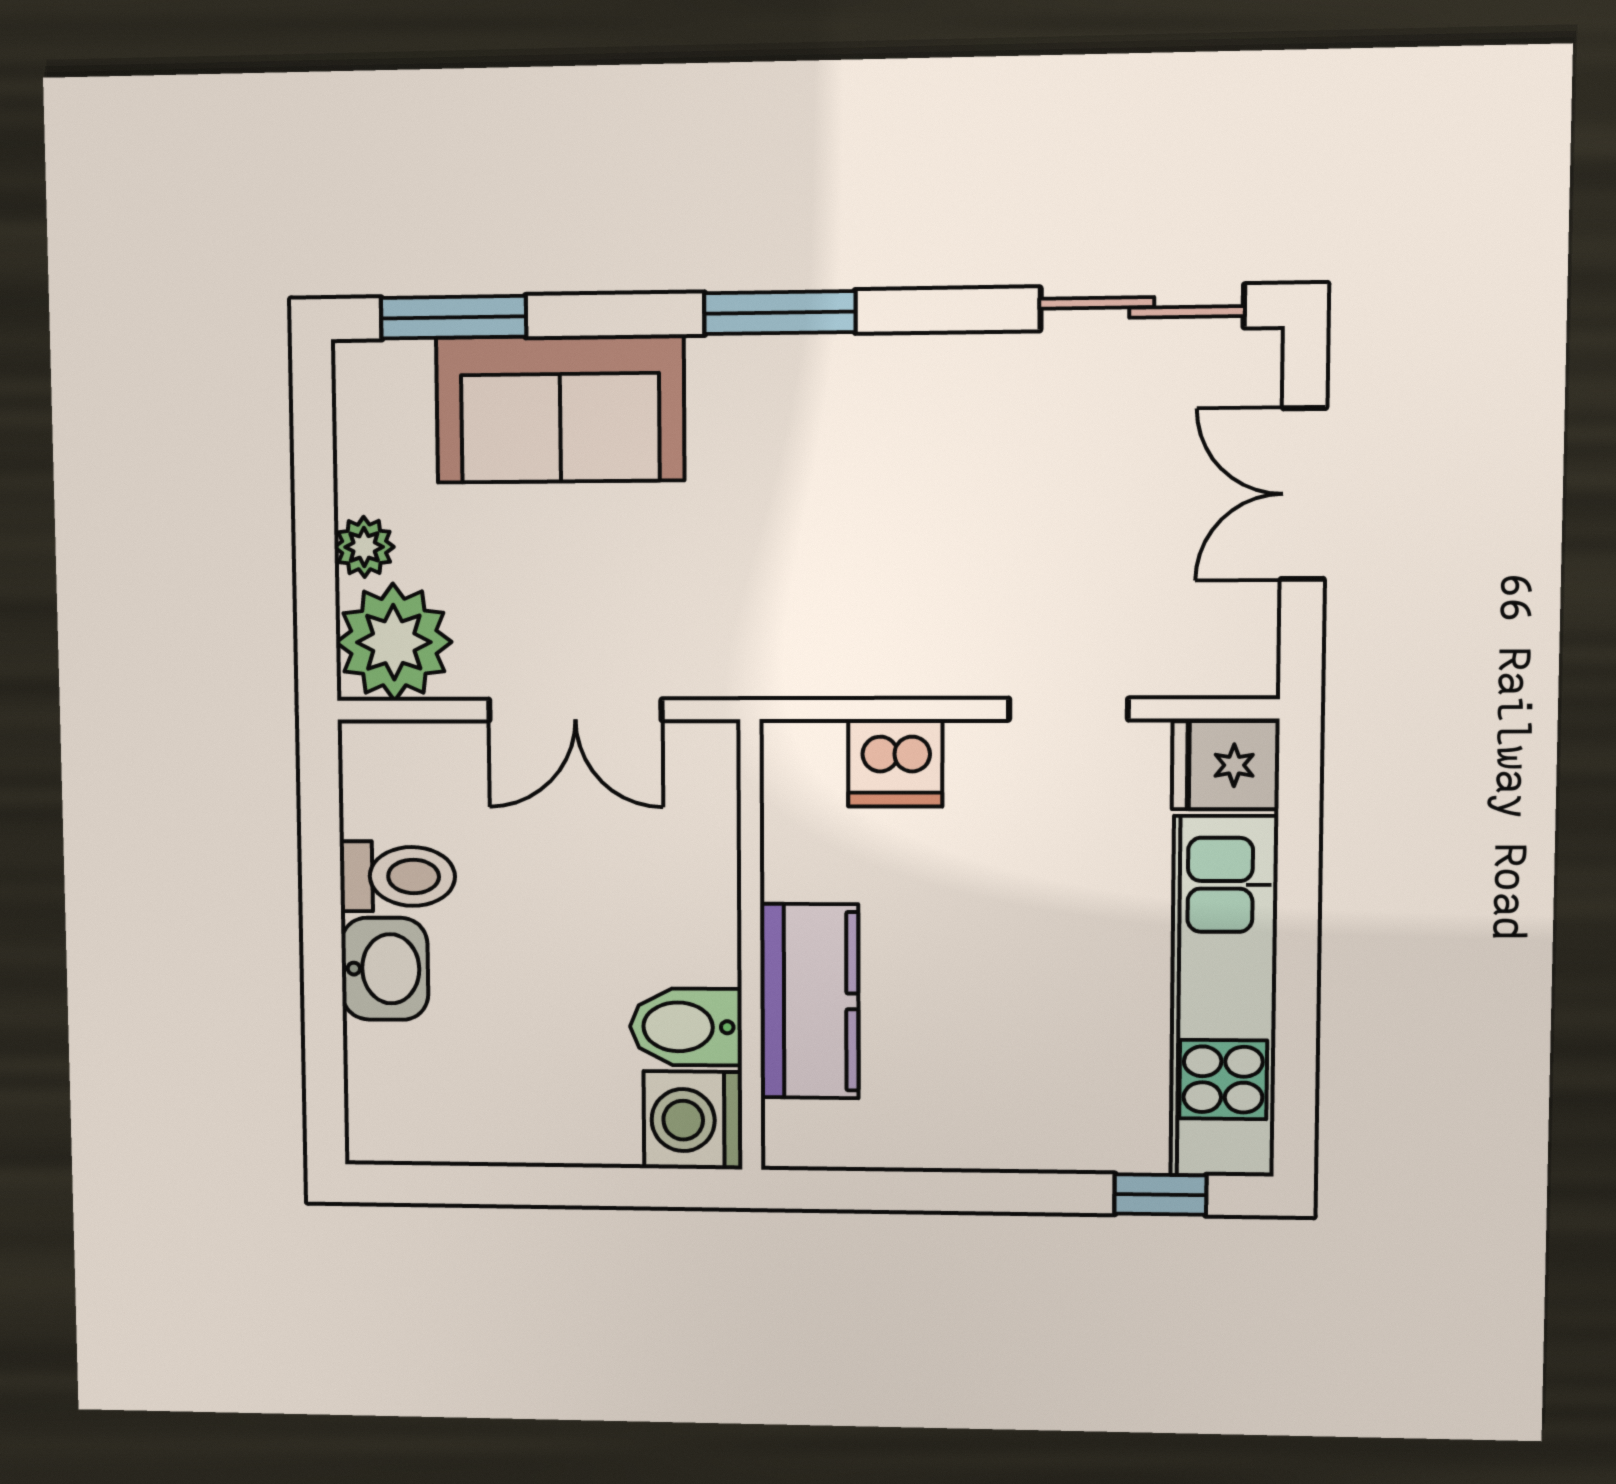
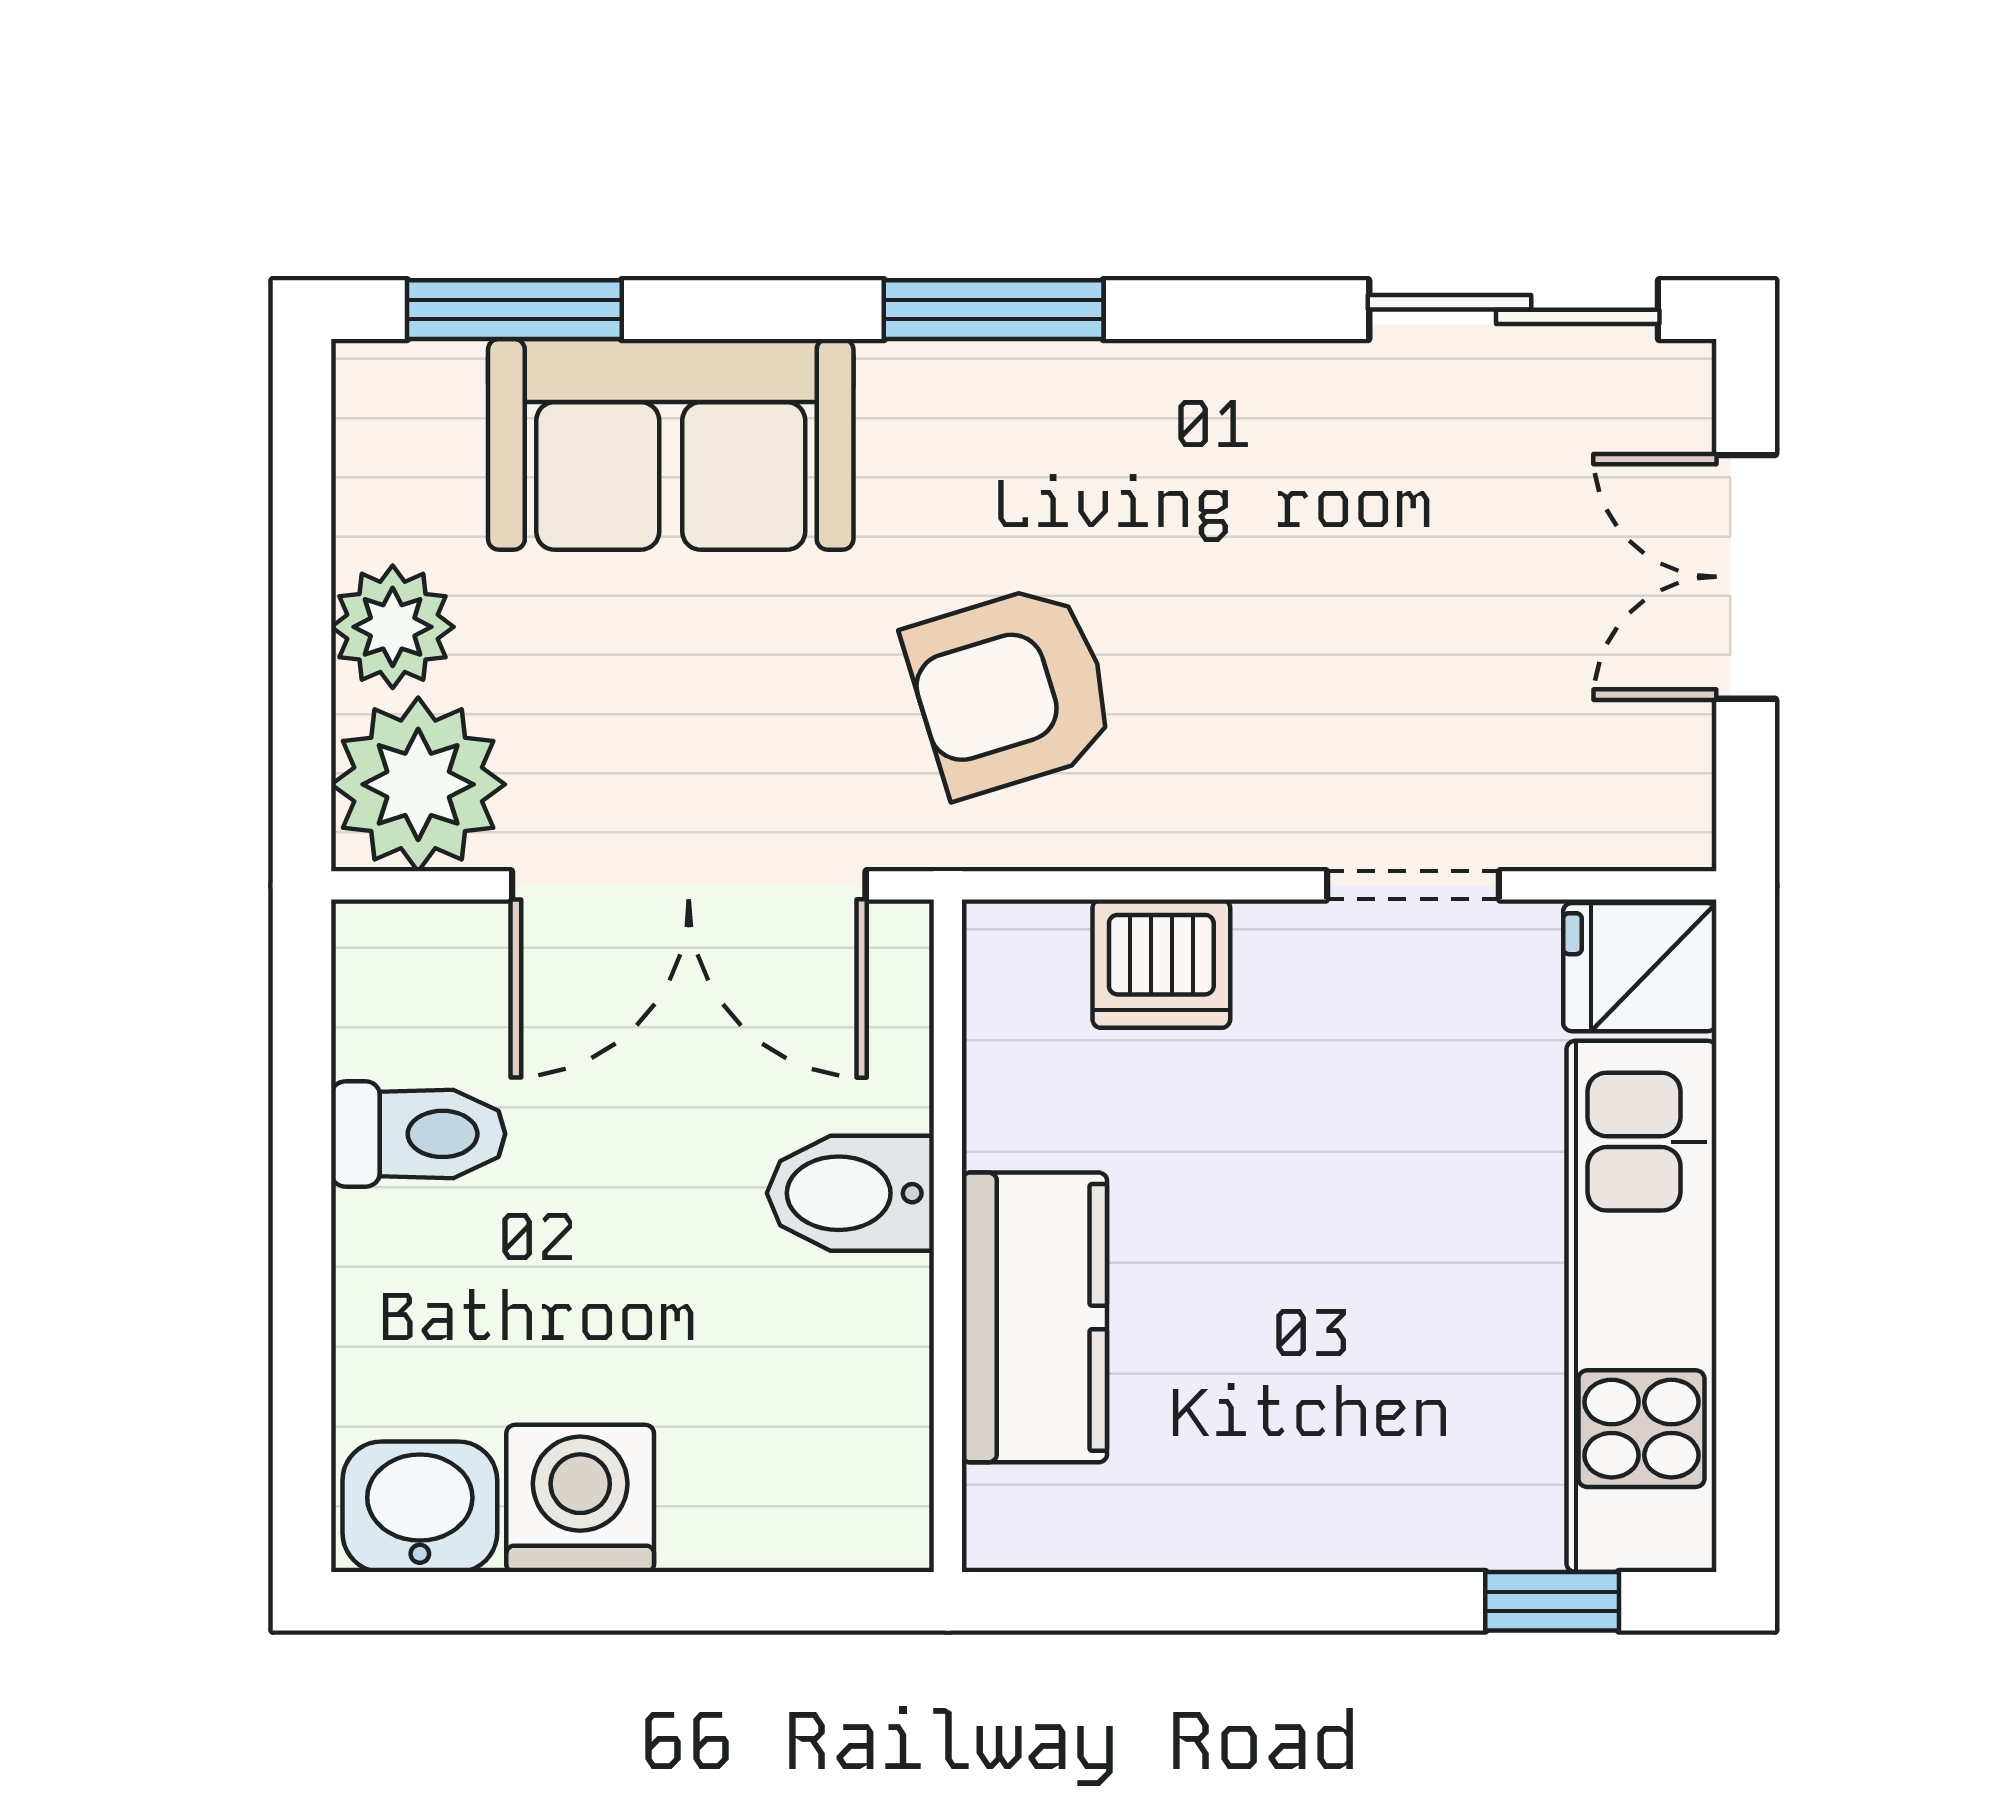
plant: (364, 547) -> (393, 627), width x1.38, depth x1.38
armchair: (792, 576) -> (1011, 690), added
double door: (575, 710) -> (689, 885), width x1.37
washbasin: (385, 969) -> (420, 1507), moved, turned -90
bidet: (686, 1027) -> (850, 1193), moved
washing machine: (693, 1120) -> (580, 1498), moved, turned 90

